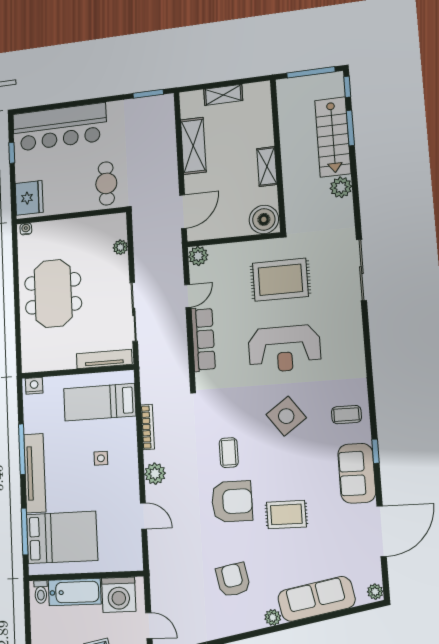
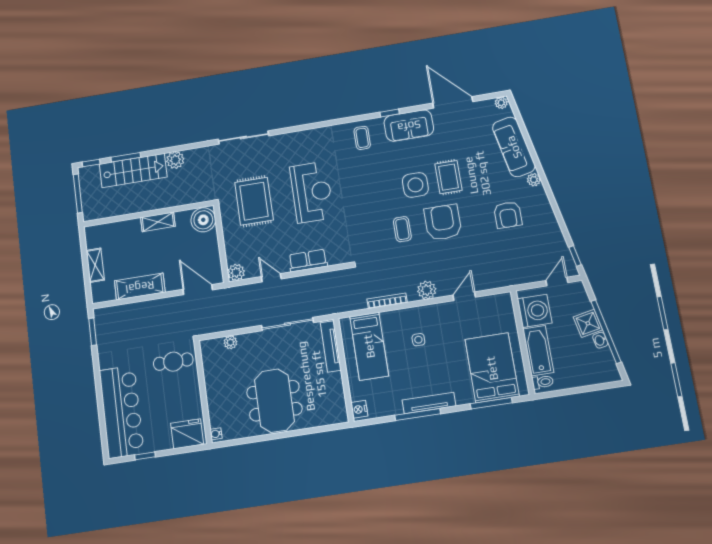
meeting table: (53, 293) -> (274, 401), turned 90
row of seats: (203, 339) -> (308, 261), width x0.68
side table: (286, 416) -> (415, 185), moved, turned 36
coffee table: (229, 453) -> (402, 229), turned 90
tv unit: (35, 473) -> (429, 403), width x0.73, depth x0.78
armchair: (233, 580) -> (508, 215), turned -79

